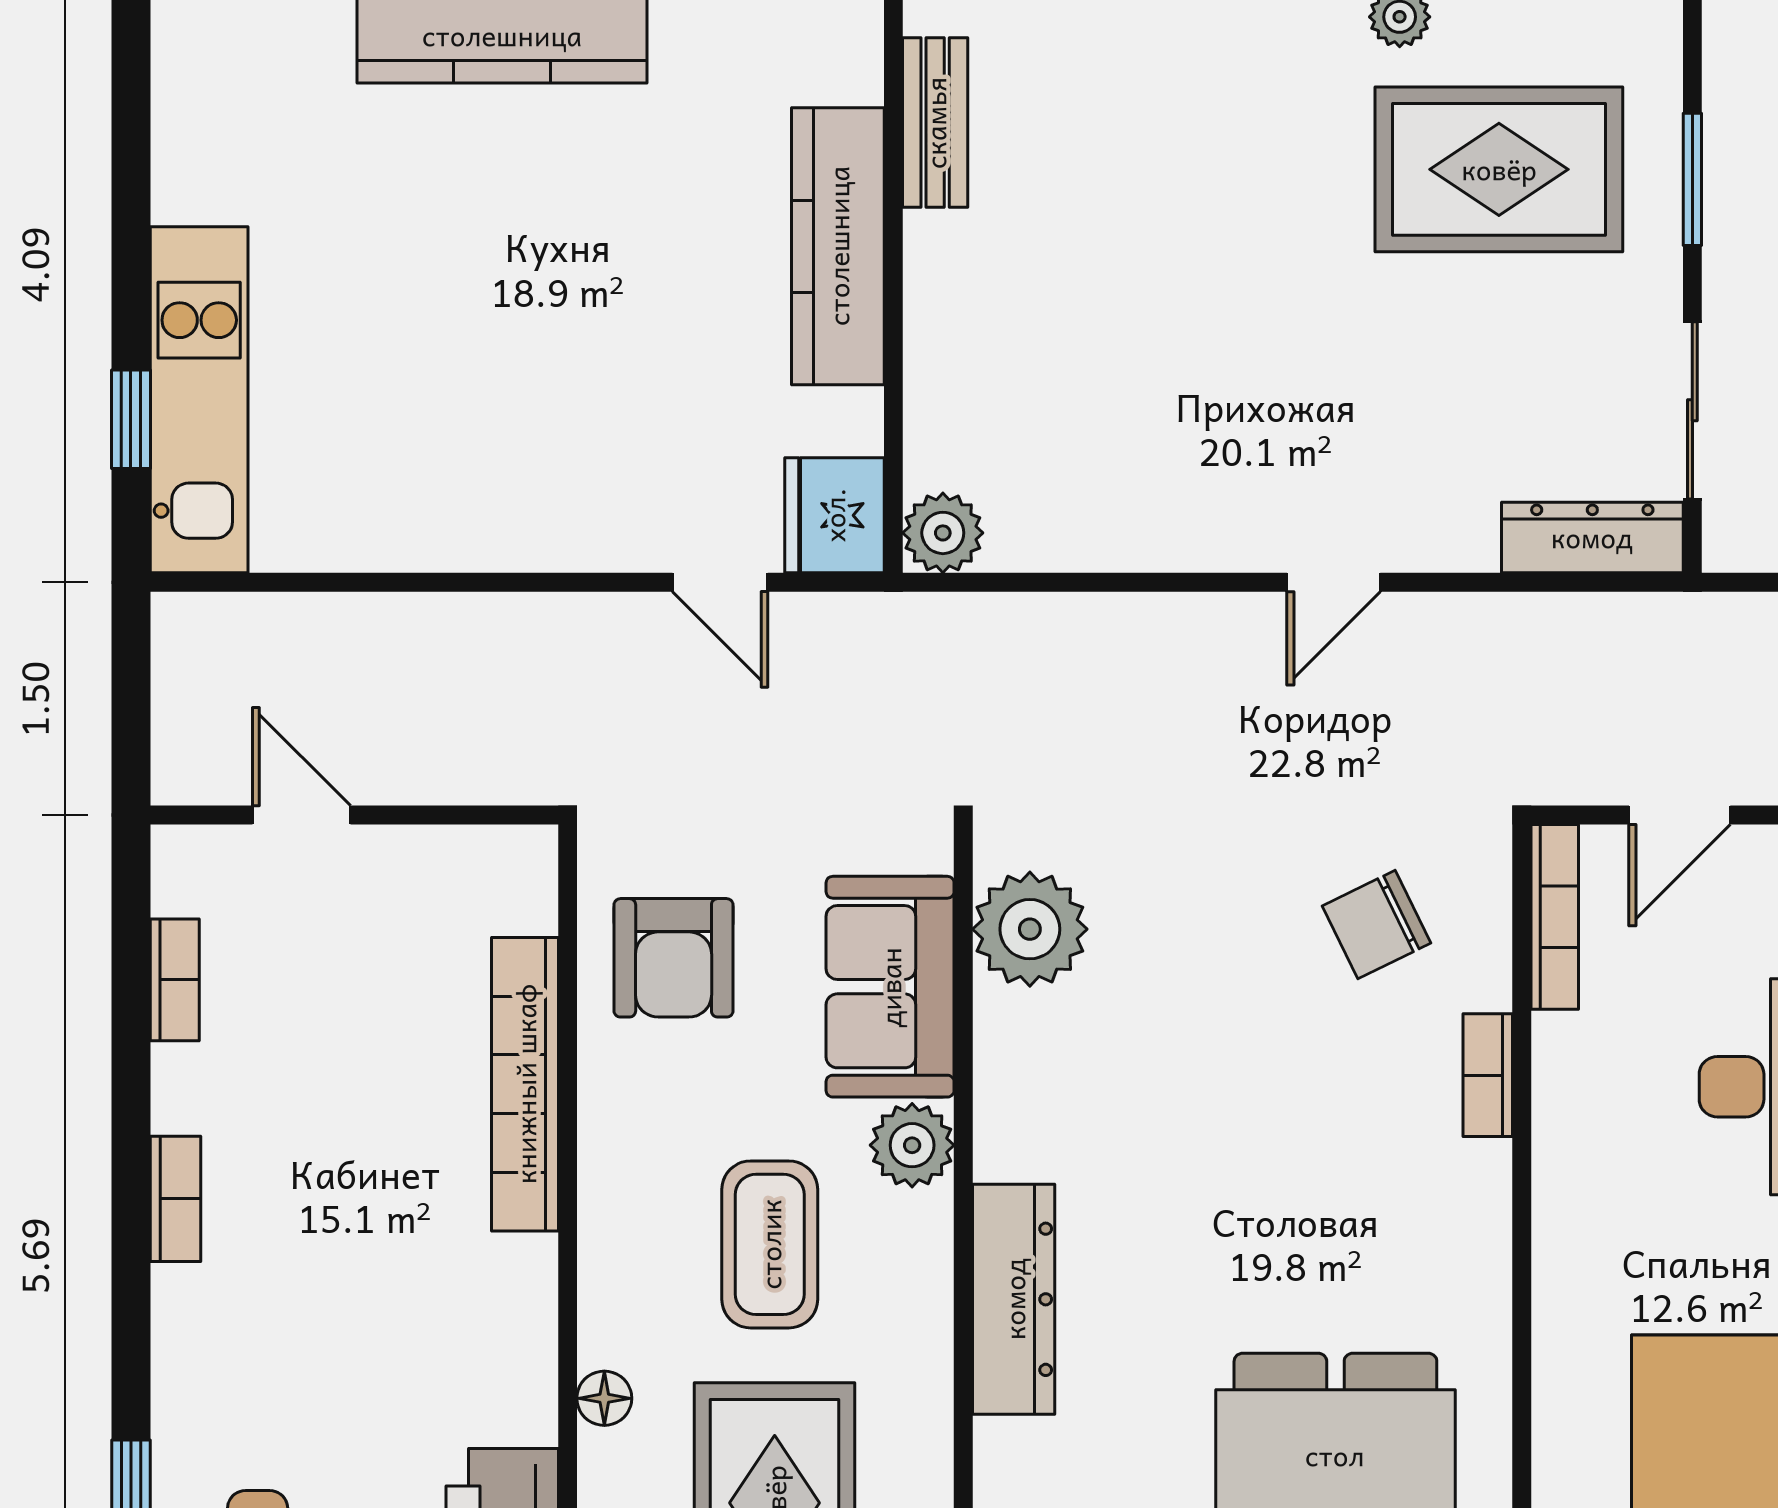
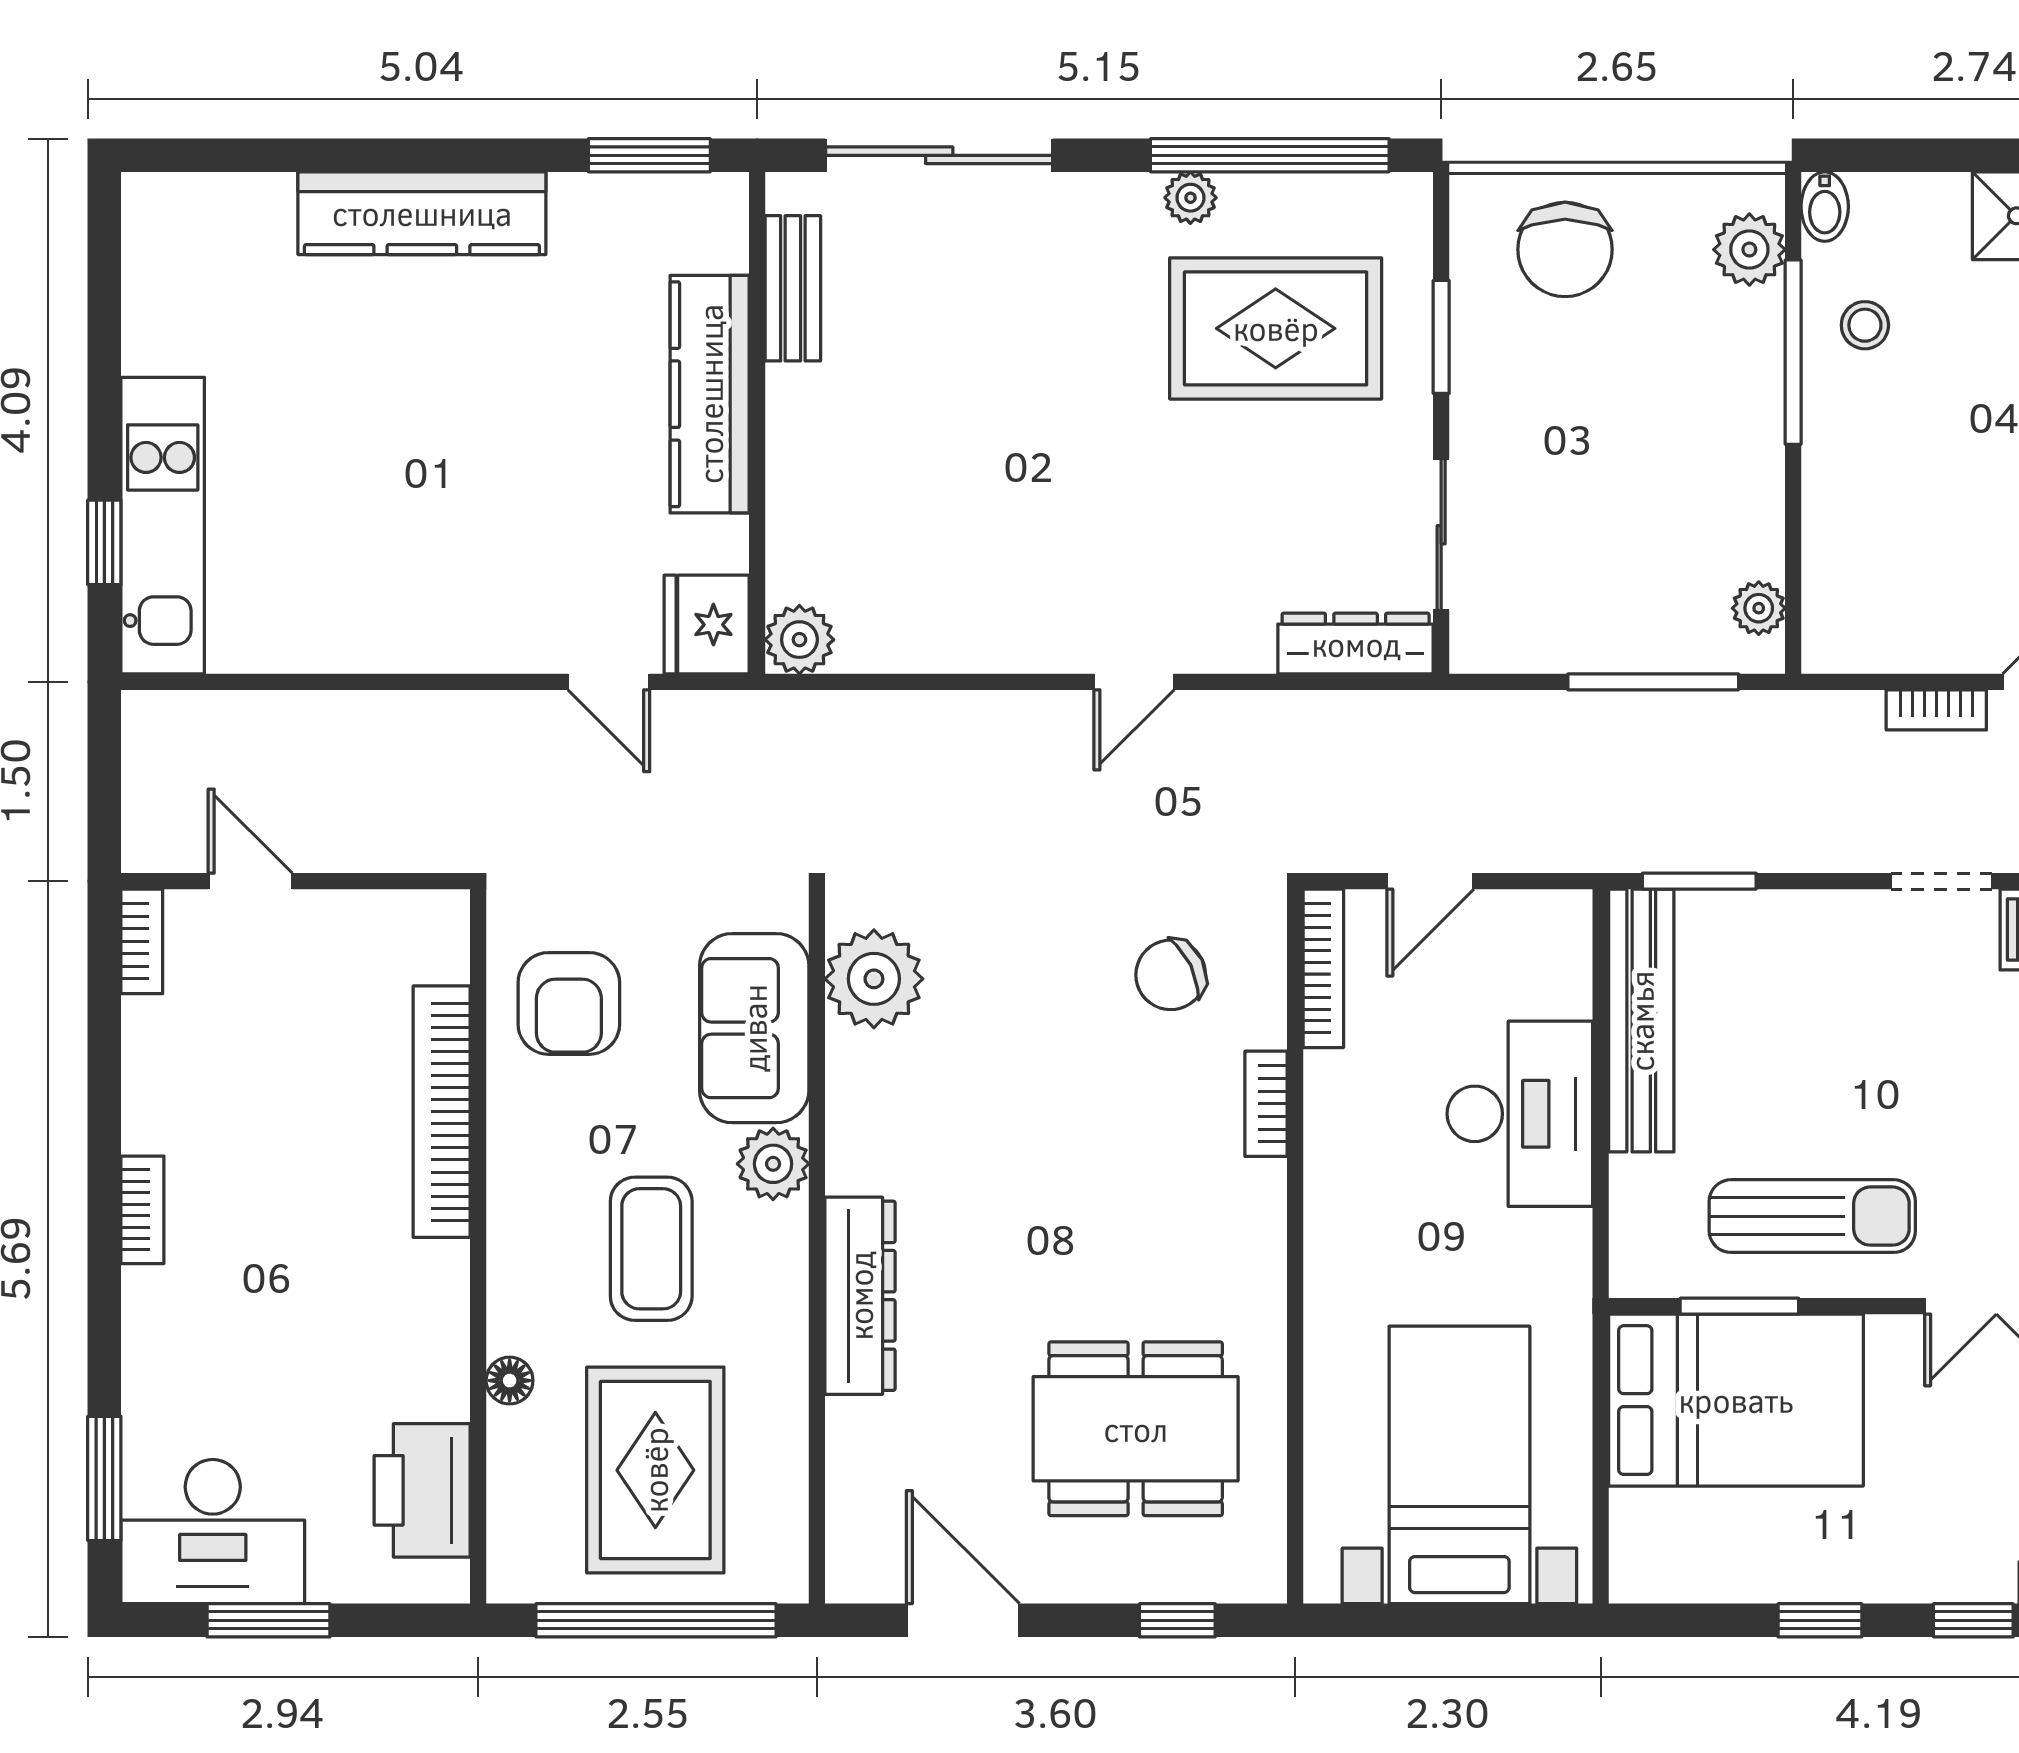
bookcase: (175, 980) -> (142, 941), moved

